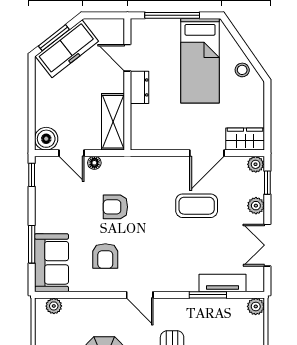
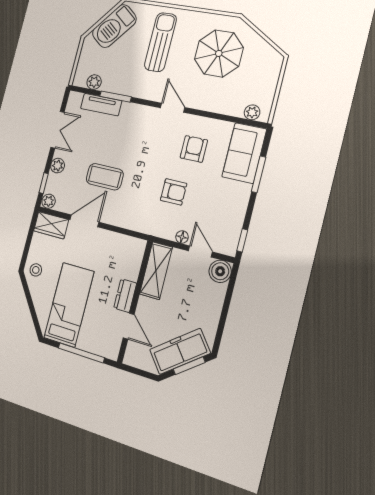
stool: (242, 70) -> (36, 270), moved
plant: (256, 306) -> (94, 82), moved

